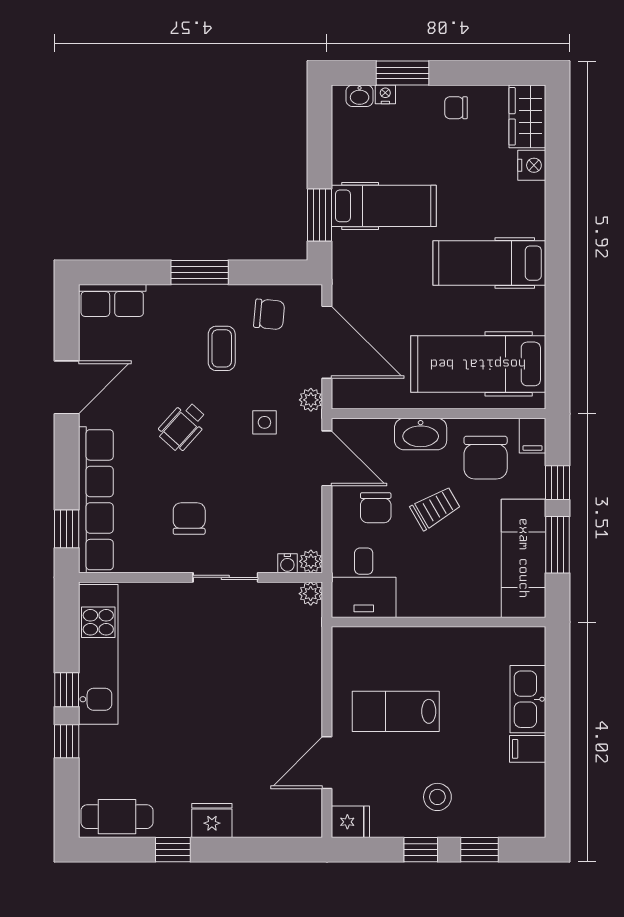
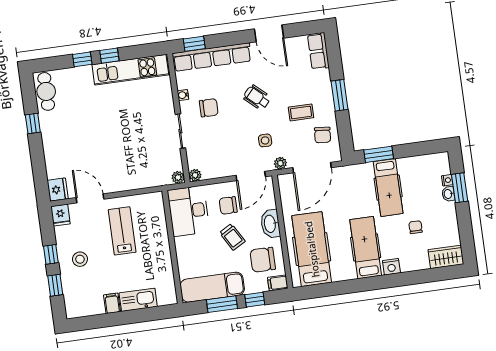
washbasin: (360, 96) -> (448, 194), moved
chair: (456, 108) -> (416, 227), moved
nightstand: (532, 165) -> (391, 267), moved
water cooler: (287, 563) -> (183, 95), moved
desk: (364, 583) -> (189, 211), width x1.37
fridge: (212, 820) -> (58, 189), moved

